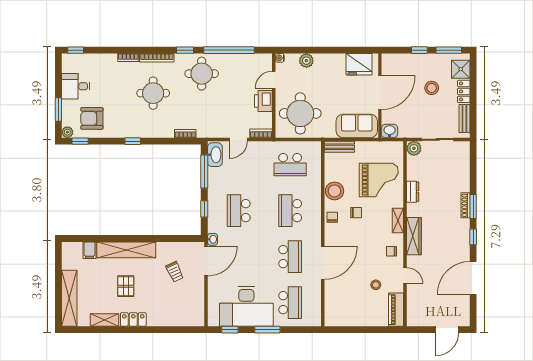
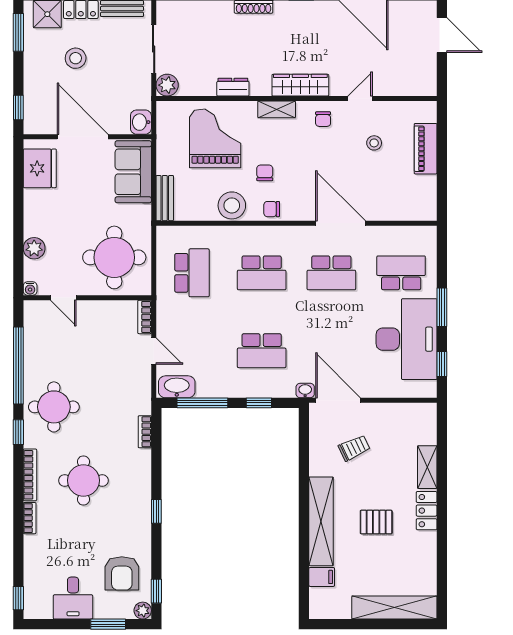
window: (419, 50) -> (18, 108), moved
printer: (263, 101) -> (95, 313), removed
school desk: (290, 257) -> (331, 273), turned 180
piano: (396, 310) -> (426, 149), moved, turned 90
shelving: (105, 320) -> (427, 467), moved

